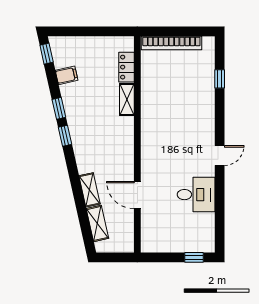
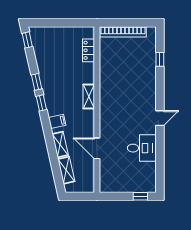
filing cabinet: (67, 75) -> (57, 121), moved
shelving: (127, 100) -> (89, 96), moved

